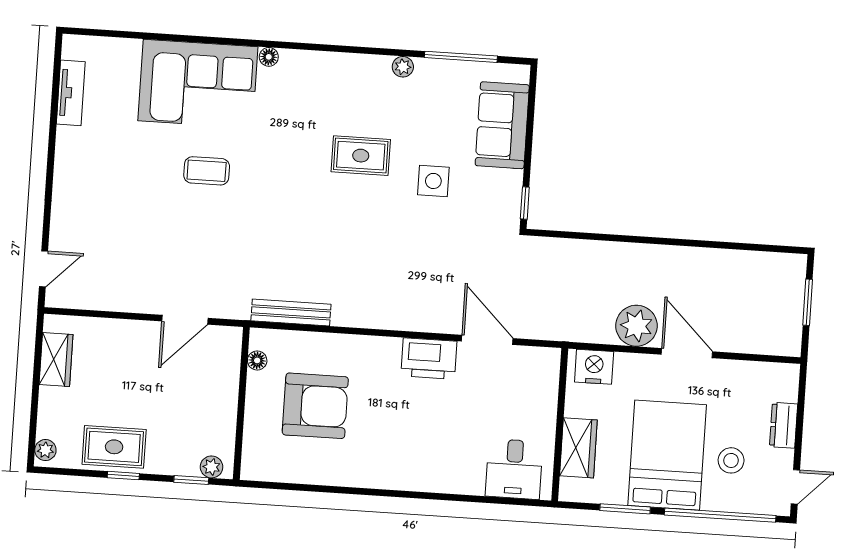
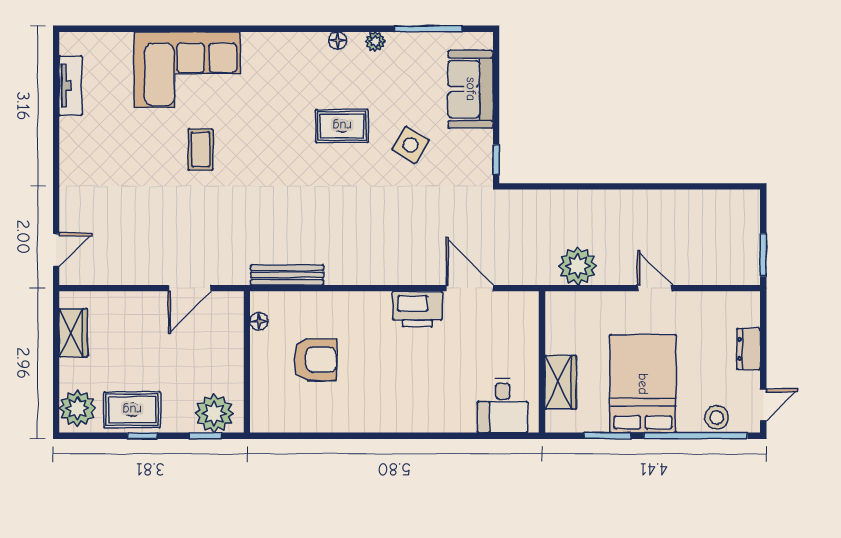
floor lamp: (269, 57) -> (338, 40), moved
coffee table: (207, 171) -> (201, 149), turned 90
side table: (433, 181) -> (410, 145), turned 31
window: (808, 302) -> (763, 255), moved
plant: (636, 326) -> (578, 266), moved
door: (687, 353) -> (655, 288), width x0.73
nightstand: (594, 367) -> (570, 307), removed
armchair: (315, 406) -> (315, 360), width x0.73, depth x0.73
plant: (45, 450) -> (78, 408), width x1.87, depth x1.87
stool: (731, 460) -> (717, 417), moved
plant: (212, 467) -> (214, 413), width x1.88, depth x1.88

